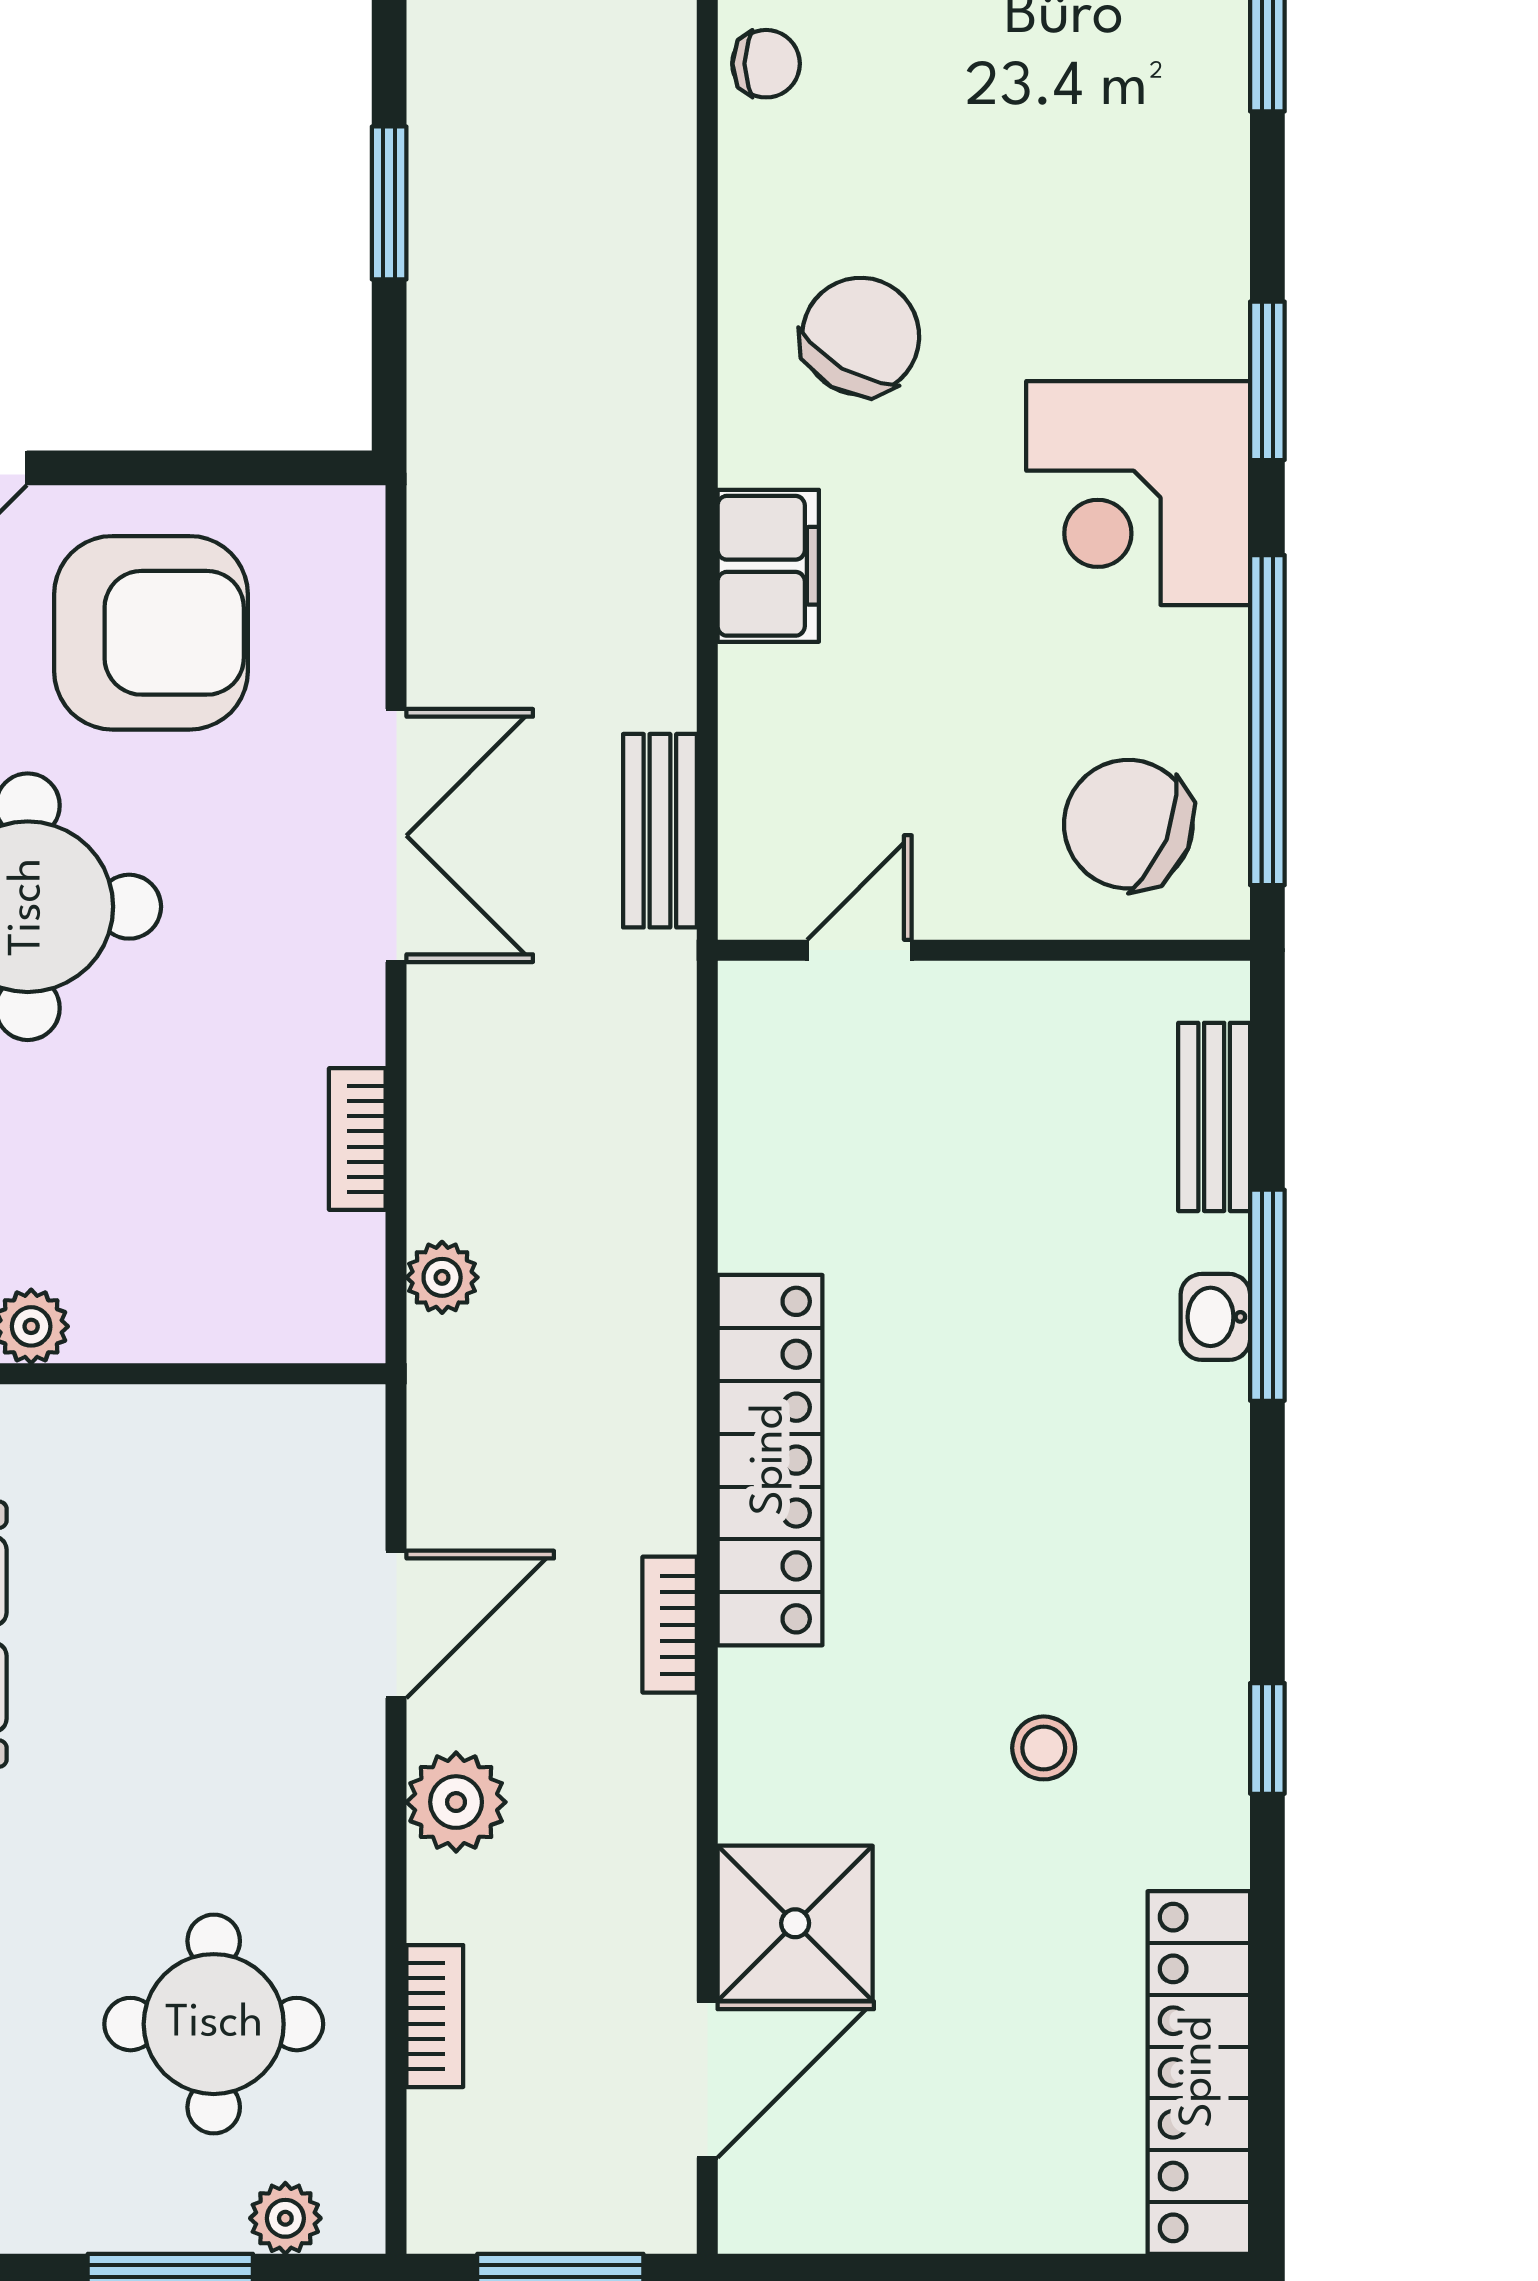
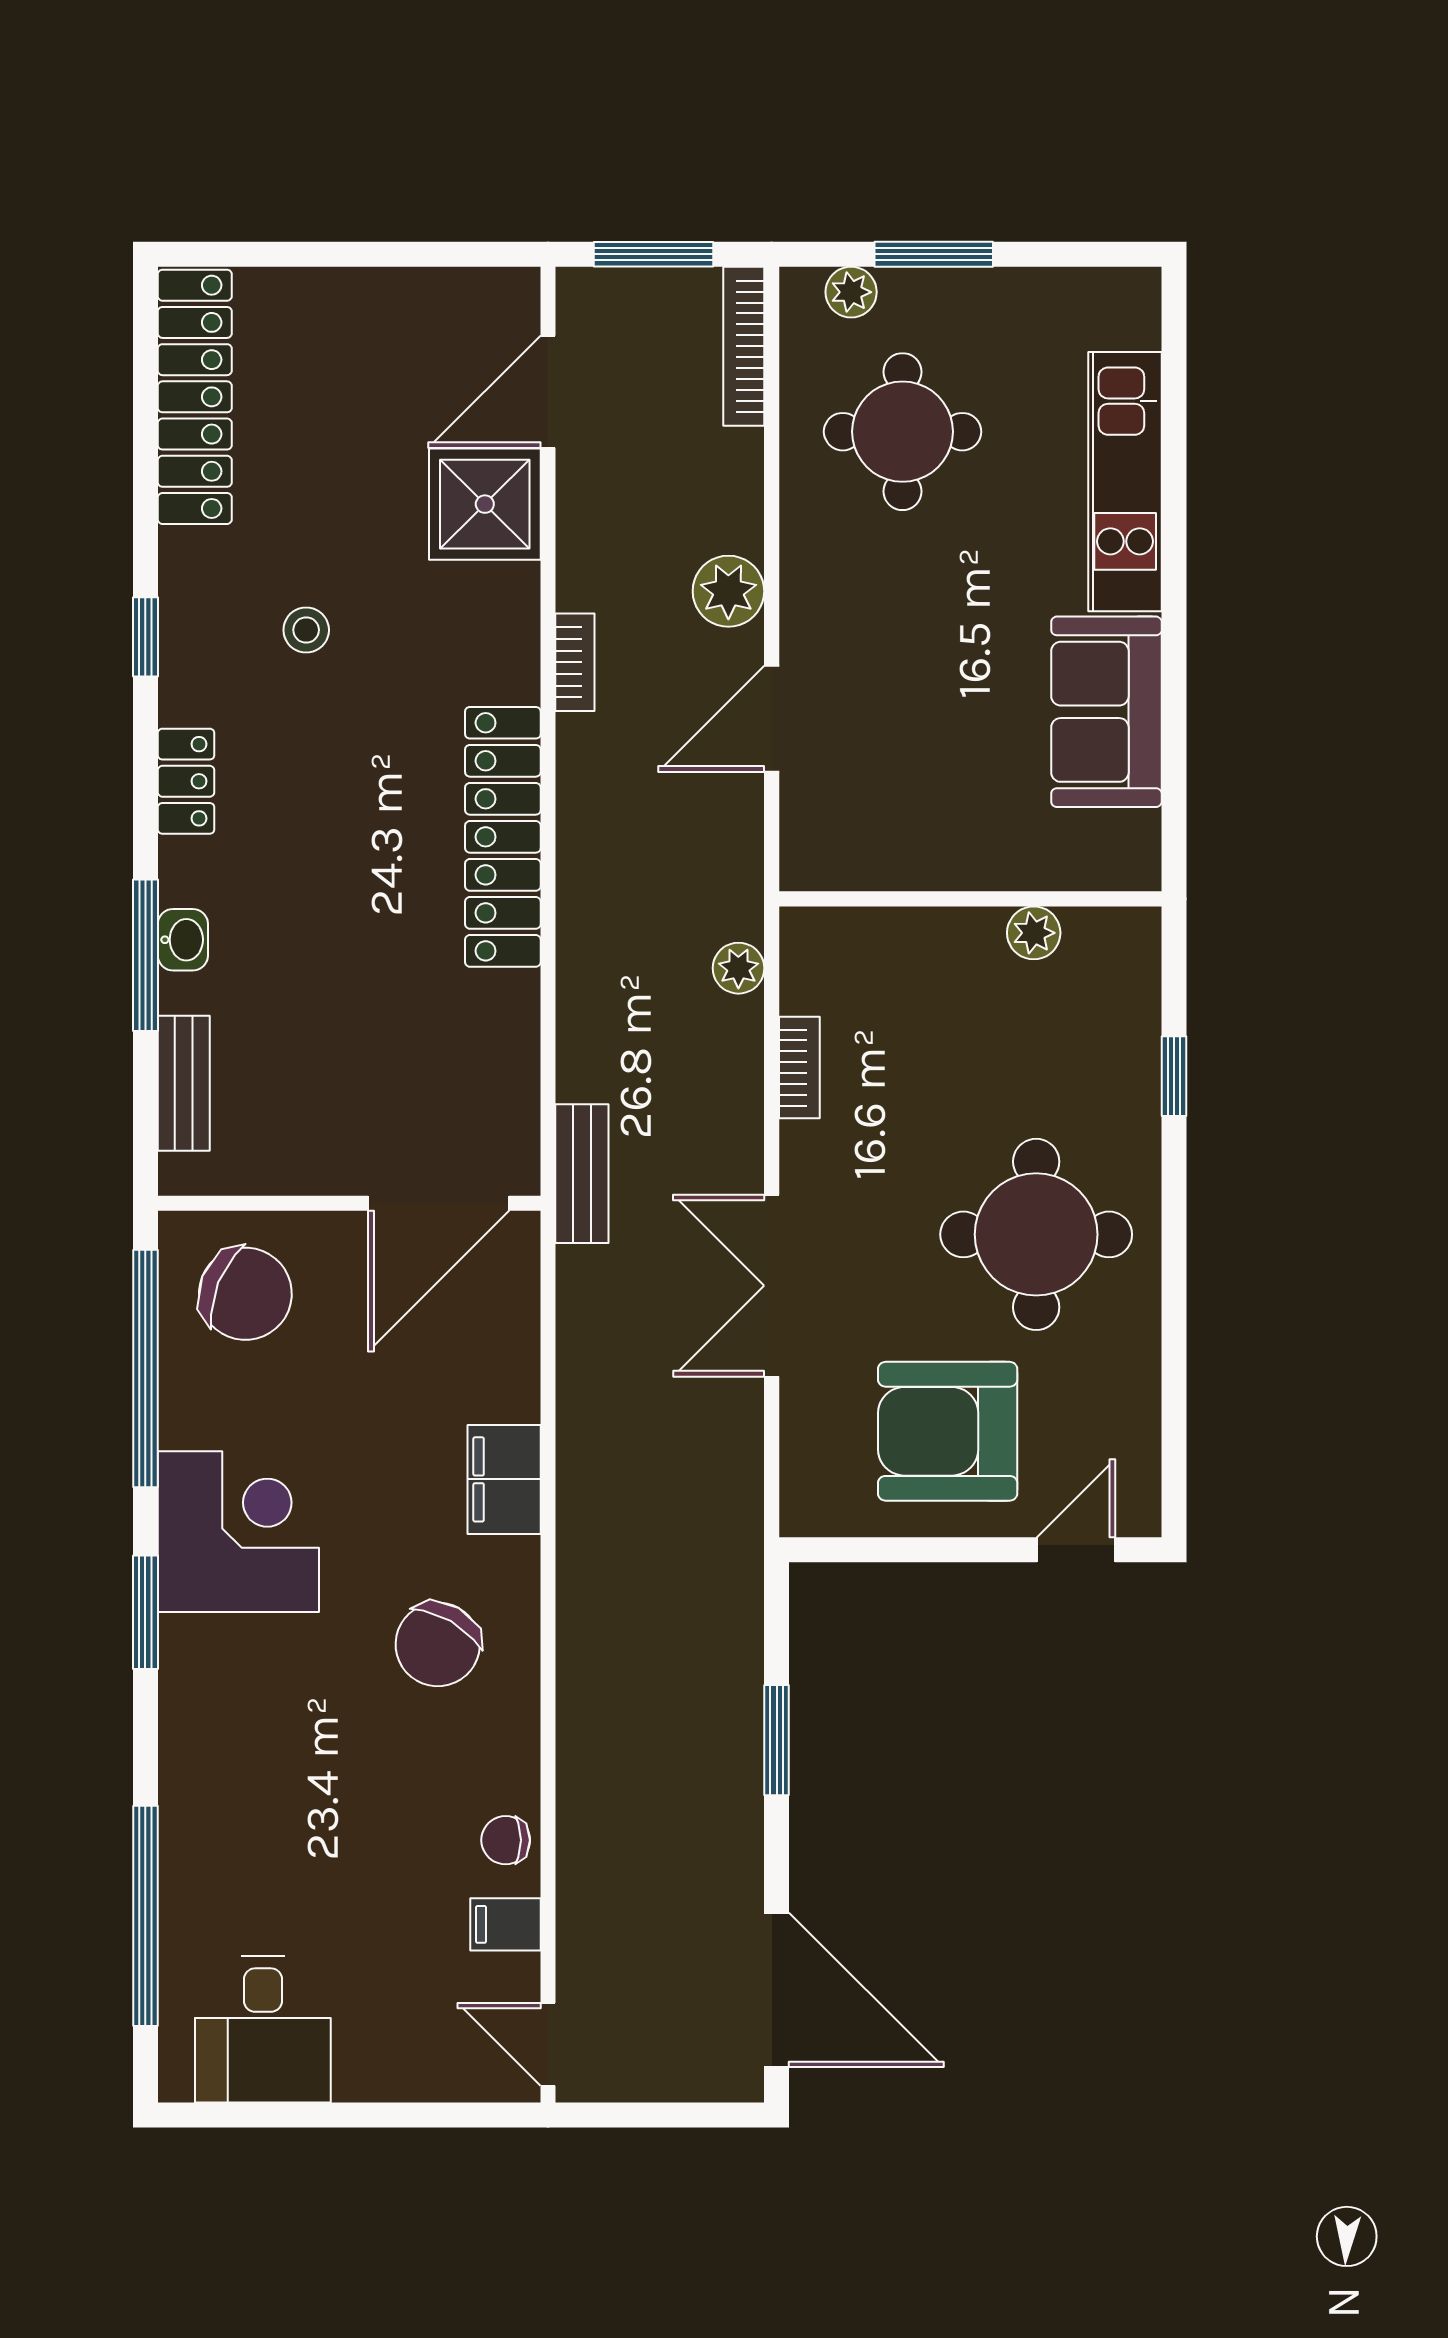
bench: (660, 831) -> (582, 1174), moved
door: (859, 950) -> (439, 1203), width x1.87
locker: (1211, 1537) -> (186, 781), added
bookcase: (670, 1625) -> (575, 662), moved
bookcase: (435, 2016) -> (744, 346), moved, width x1.56

